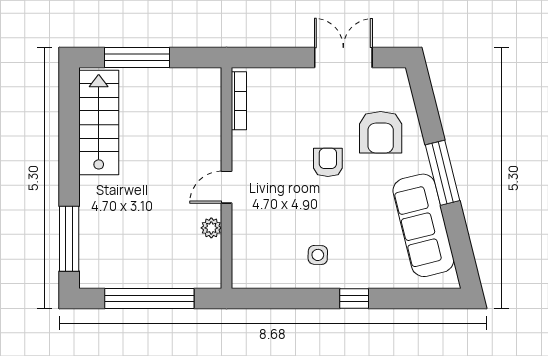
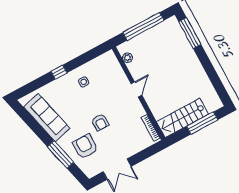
stairs: (99, 123) -> (182, 118), moved, turned 90
window: (443, 173) -> (60, 154), moved
plant: (211, 228) -> (127, 58), moved

